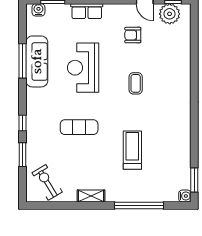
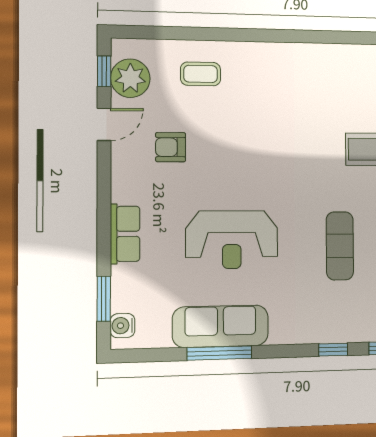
armchair: (133, 35) -> (171, 147), turned 90
coffee table: (136, 83) -> (201, 74), moved

